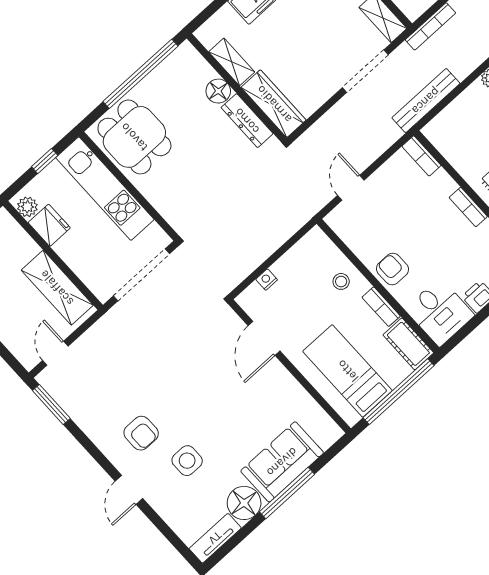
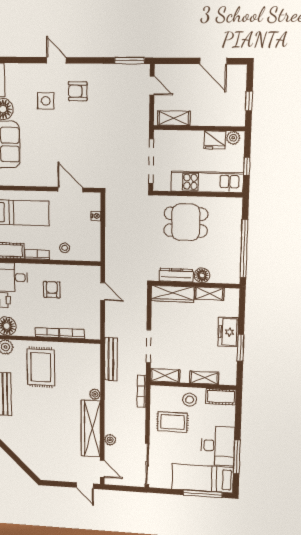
dining table: (134, 137) -> (186, 222), moved
bookcase: (421, 156) -> (72, 334), moved
armchair: (392, 269) -> (52, 290), moved, turned -90
shelving: (57, 288) -> (174, 118), width x0.67, depth x0.75

